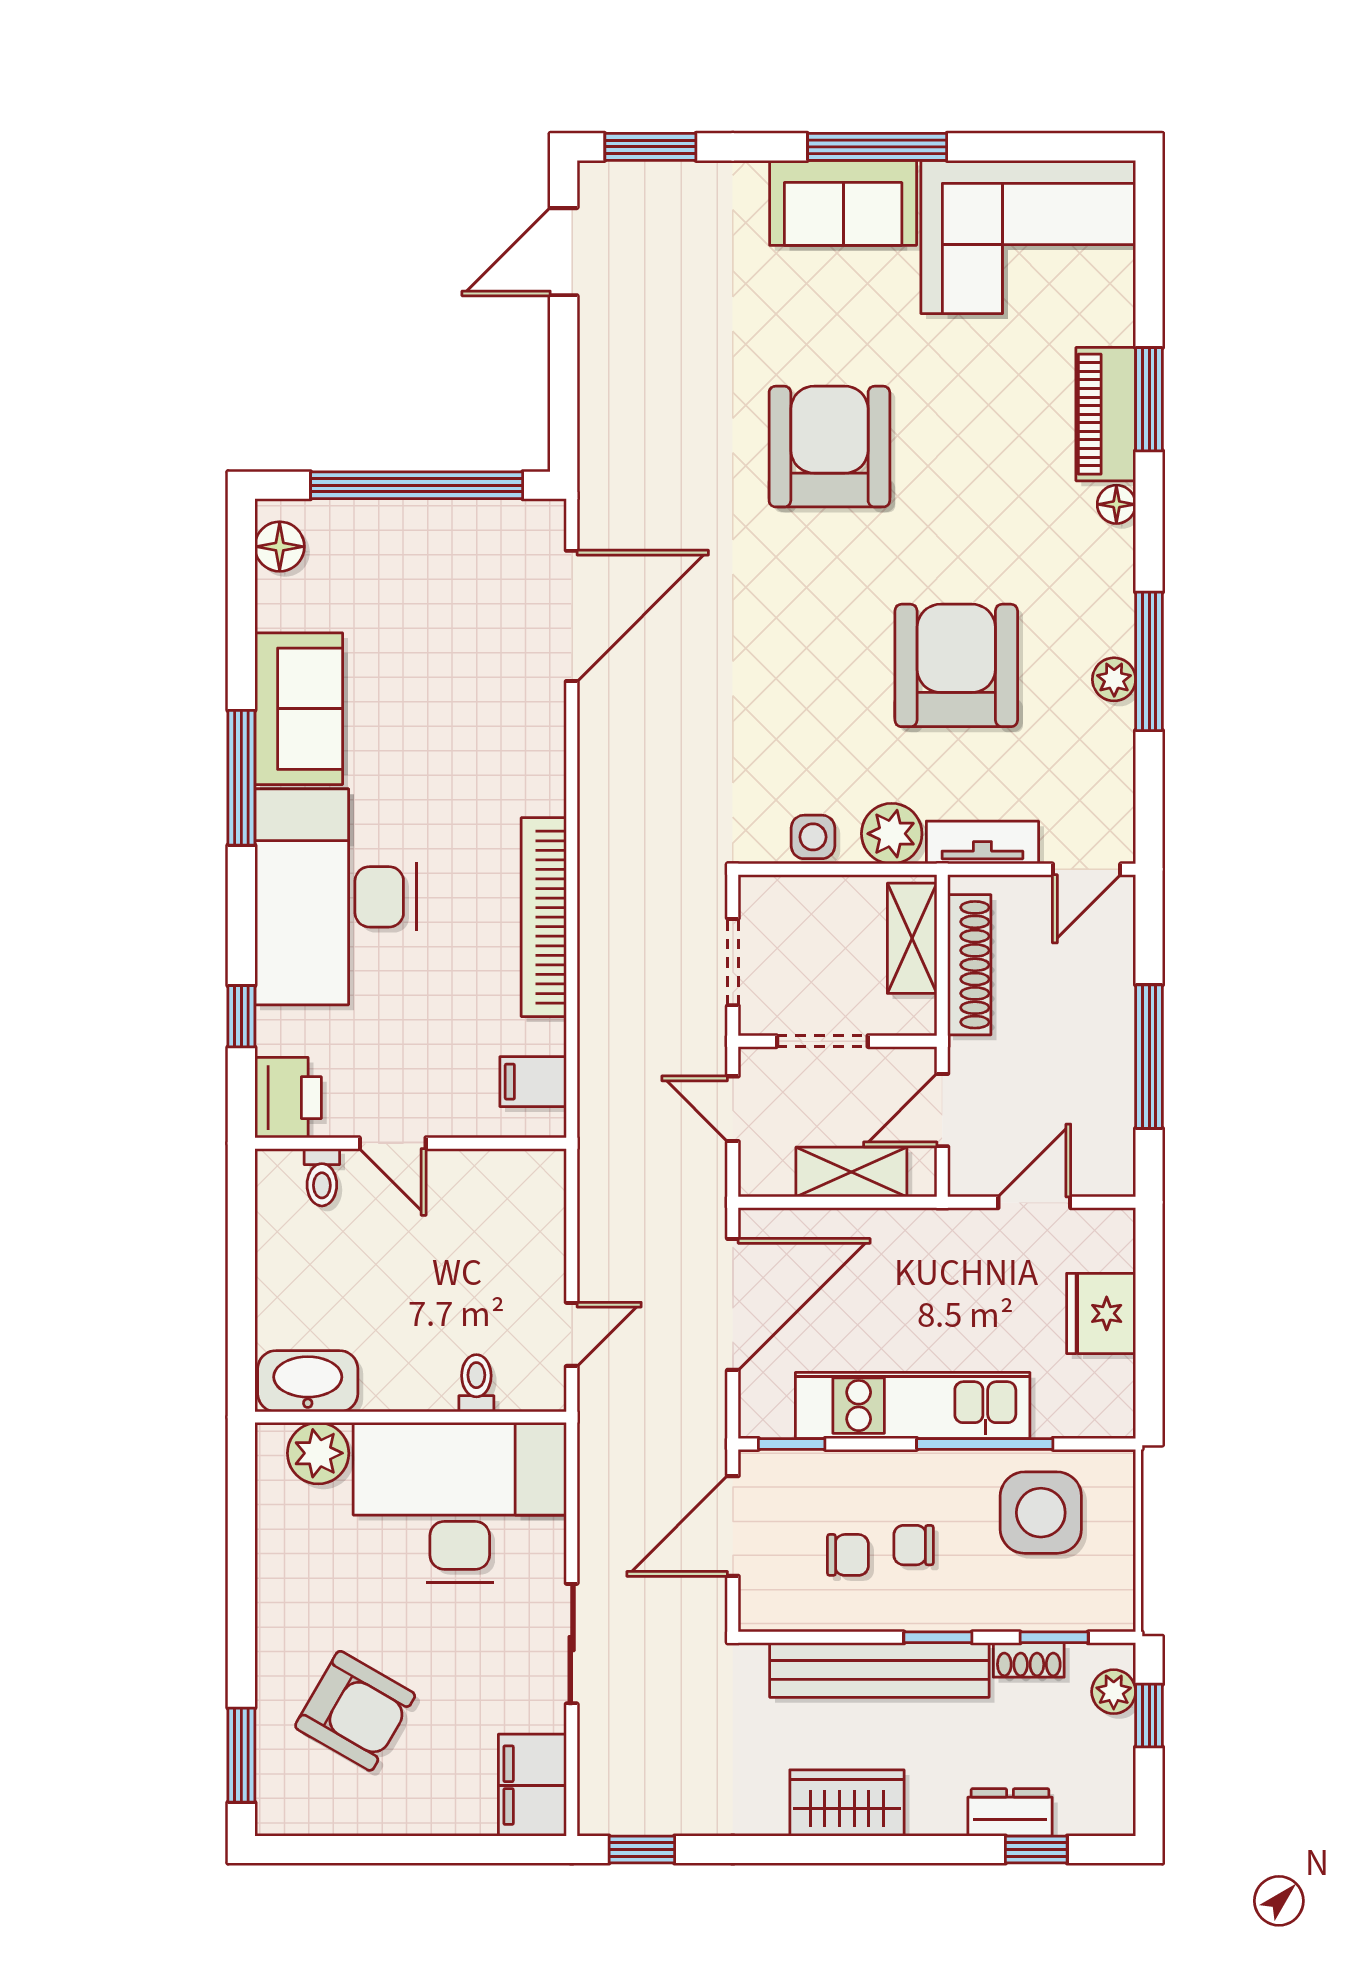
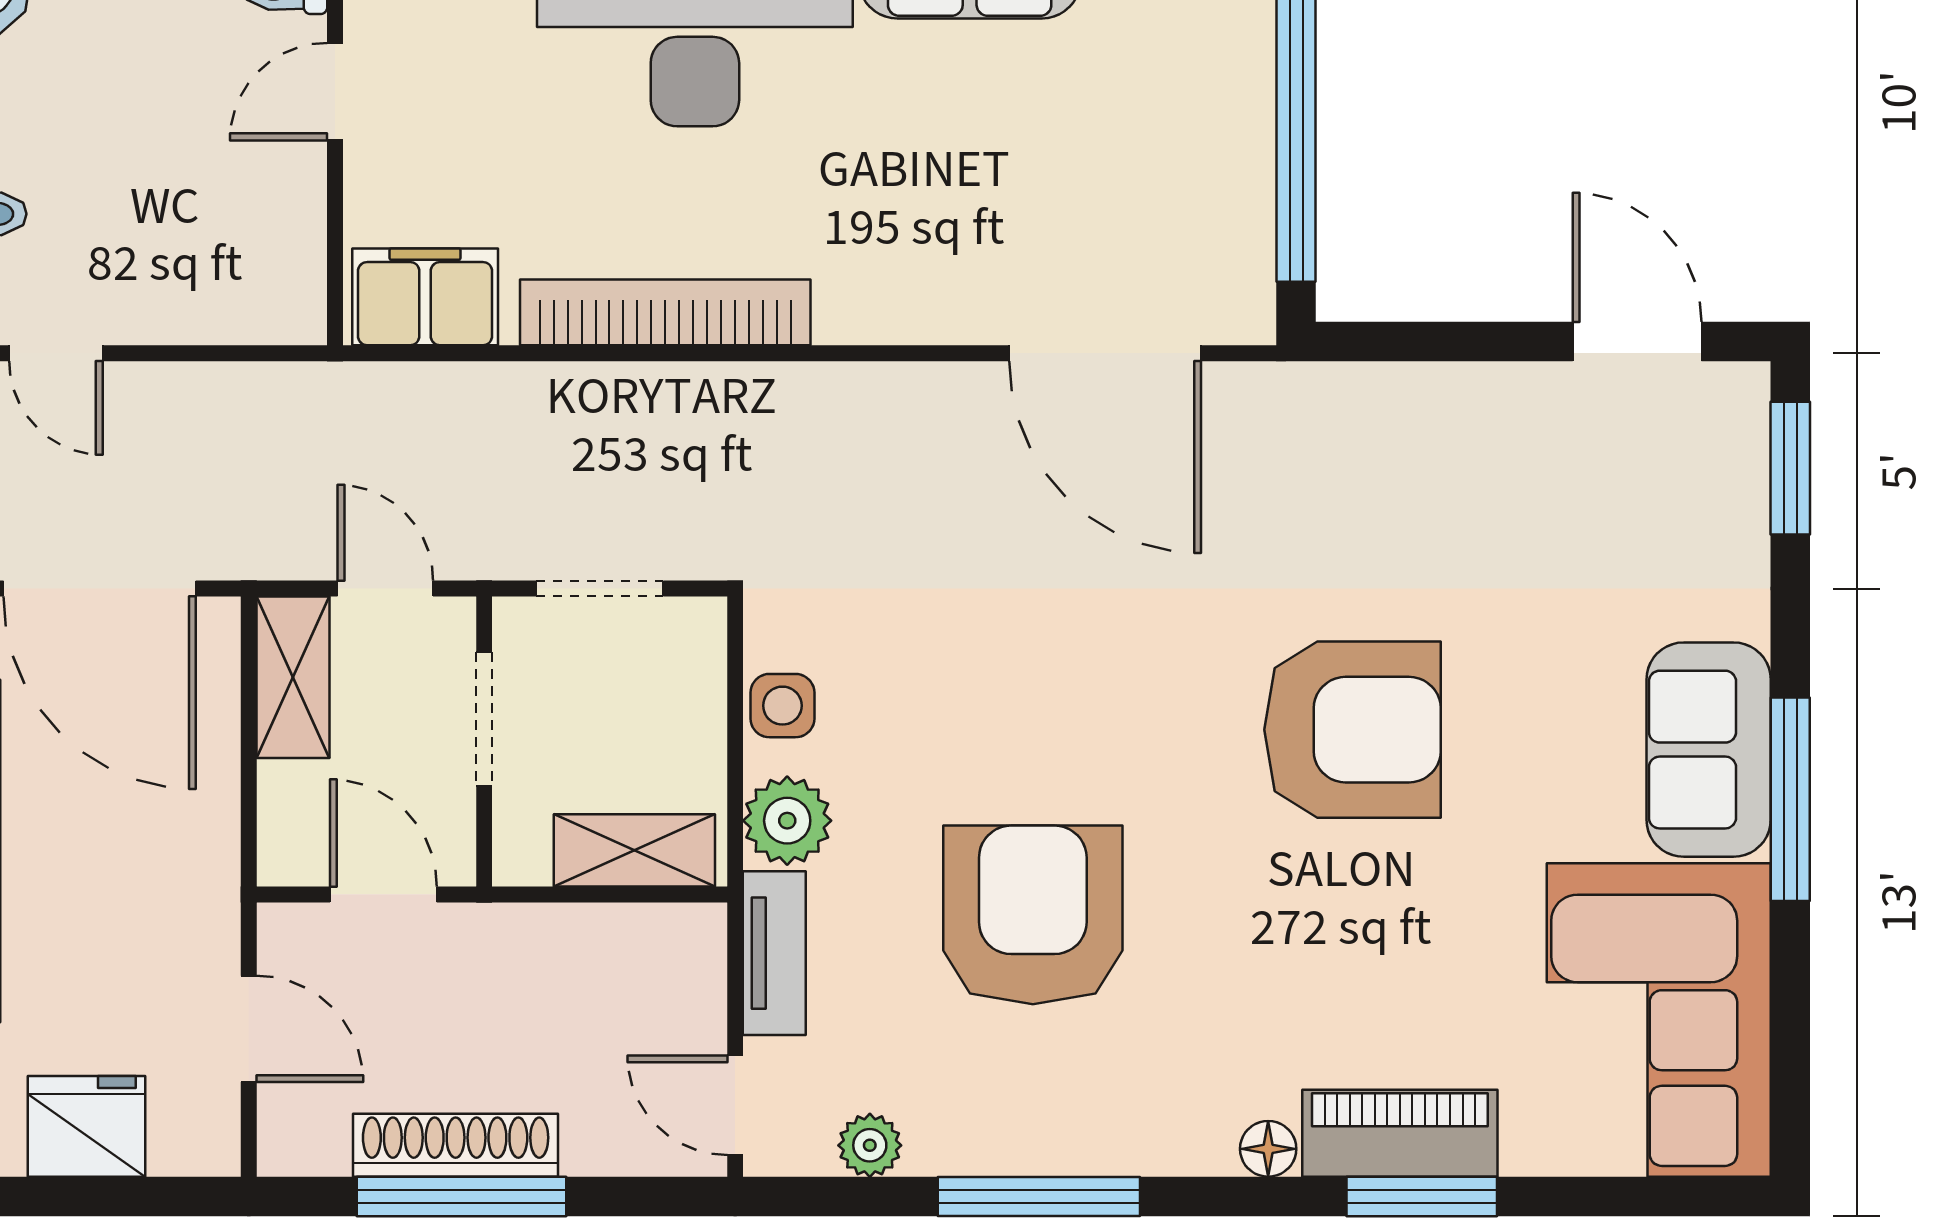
armchair: (956, 665) -> (1033, 915), turned -90
plant: (1114, 679) -> (870, 1145), moved
shoe rack: (969, 965) -> (456, 1145), moved, turned 180
filing cabinet: (533, 1082) -> (425, 297), width x2.00
door: (733, 1109) -> (385, 589), hinge flipped
shelving: (851, 1172) -> (293, 677), moved

